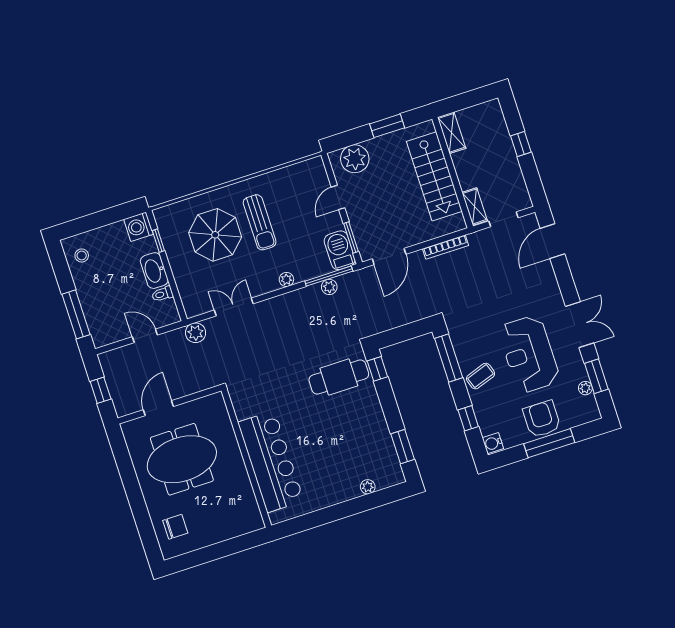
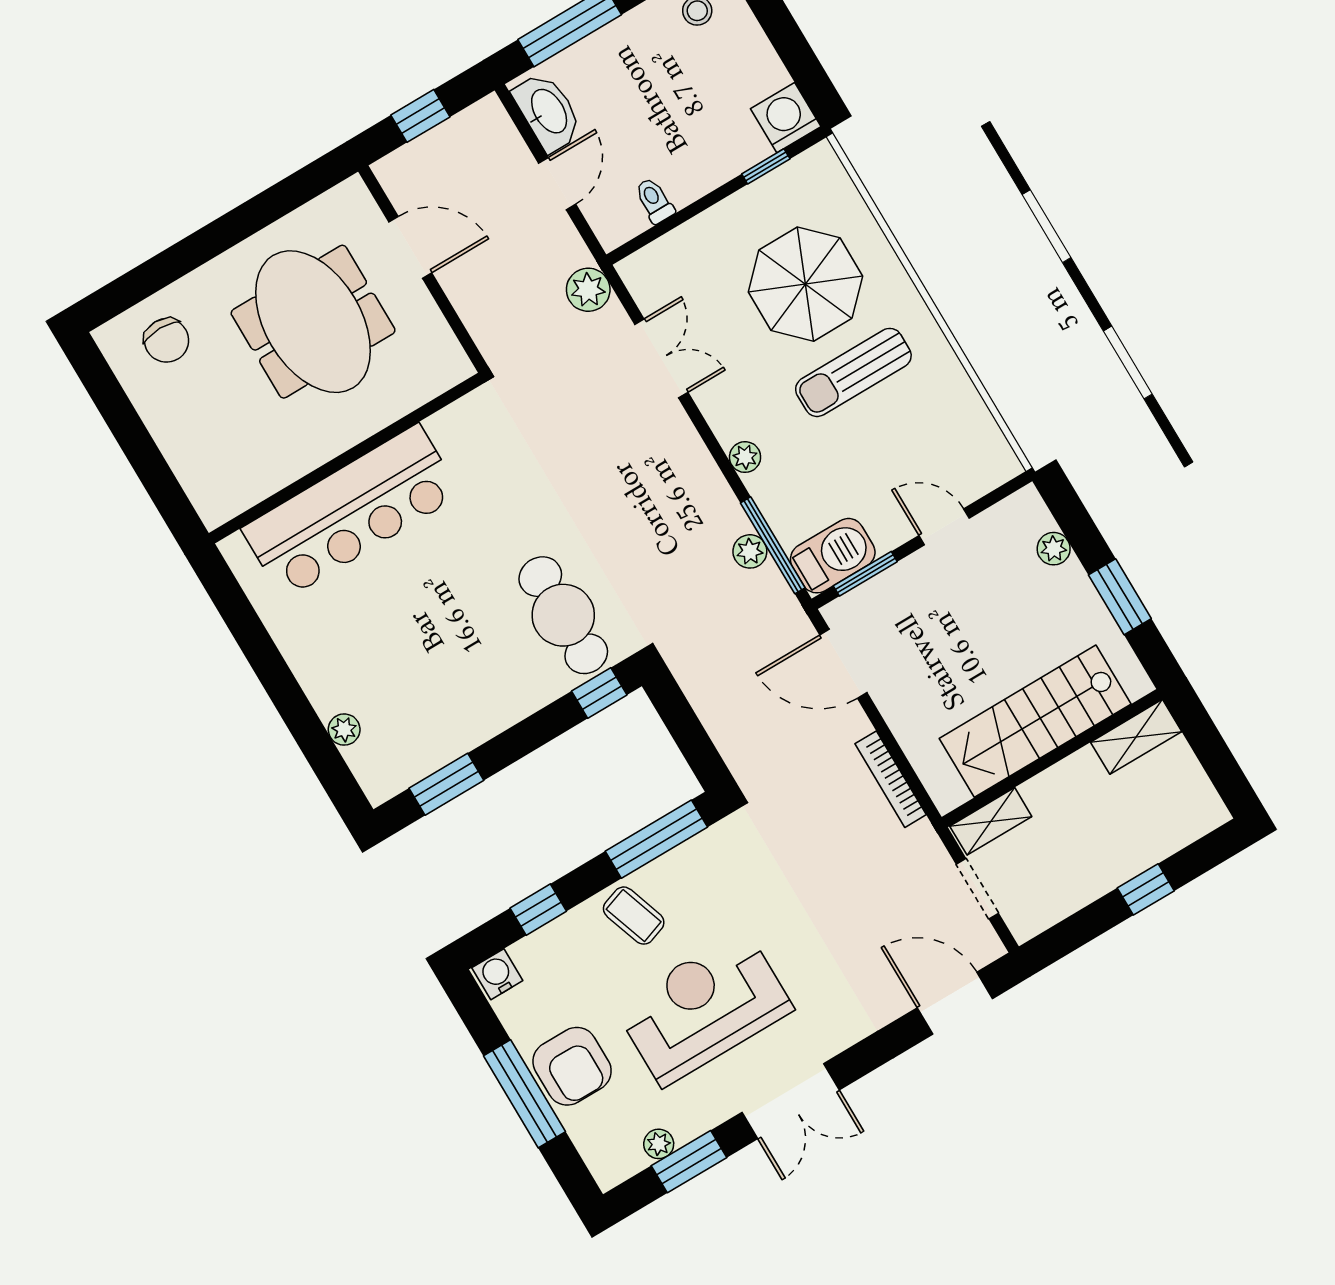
plant: (355, 159) -> (1054, 549), width x0.53, depth x0.53
washbasin: (154, 271) -> (548, 112), moved, turned 90
armchair: (542, 419) -> (572, 1066), turned 90

